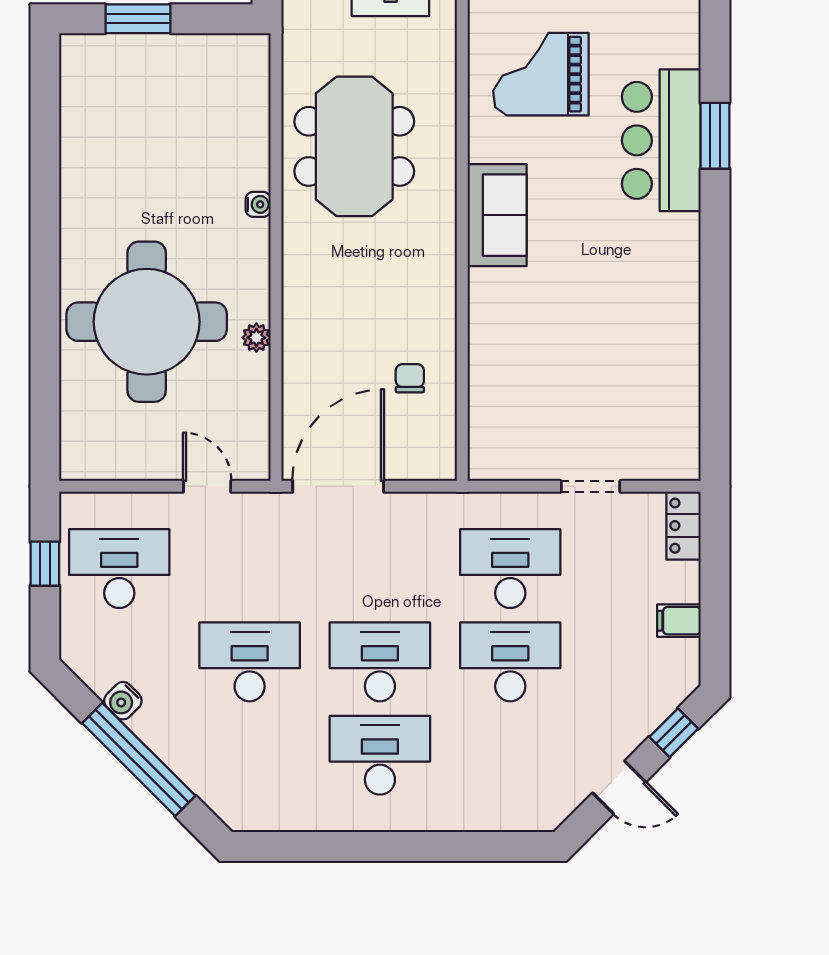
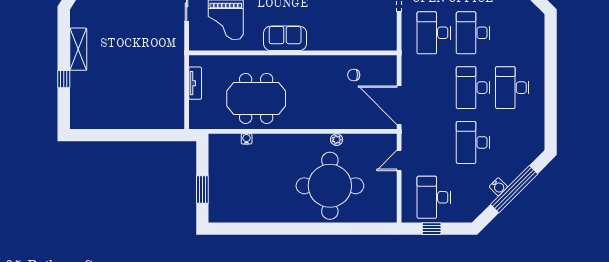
water cooler: (258, 204) -> (247, 139), moved
water cooler: (123, 701) -> (498, 187), moved

